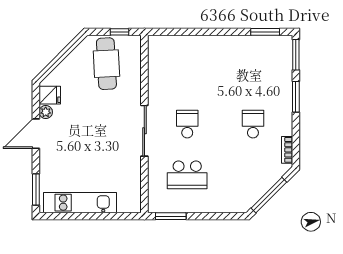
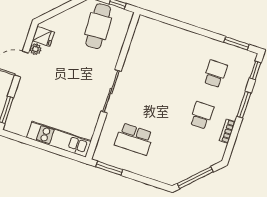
window: (296, 55) -> (255, 70), width x0.67
school desk: (187, 124) -> (215, 74), moved
bookcase: (287, 150) -> (227, 131), moved
kitchen unit: (80, 203) -> (59, 139), moved

